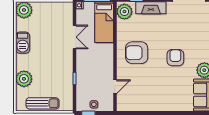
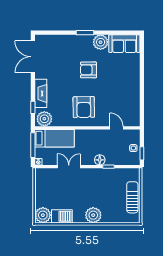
barbecue: (23, 43) -> (62, 216), moved
floor lamp: (82, 69) -> (100, 160), added
plant: (24, 79) -> (93, 215), moved

